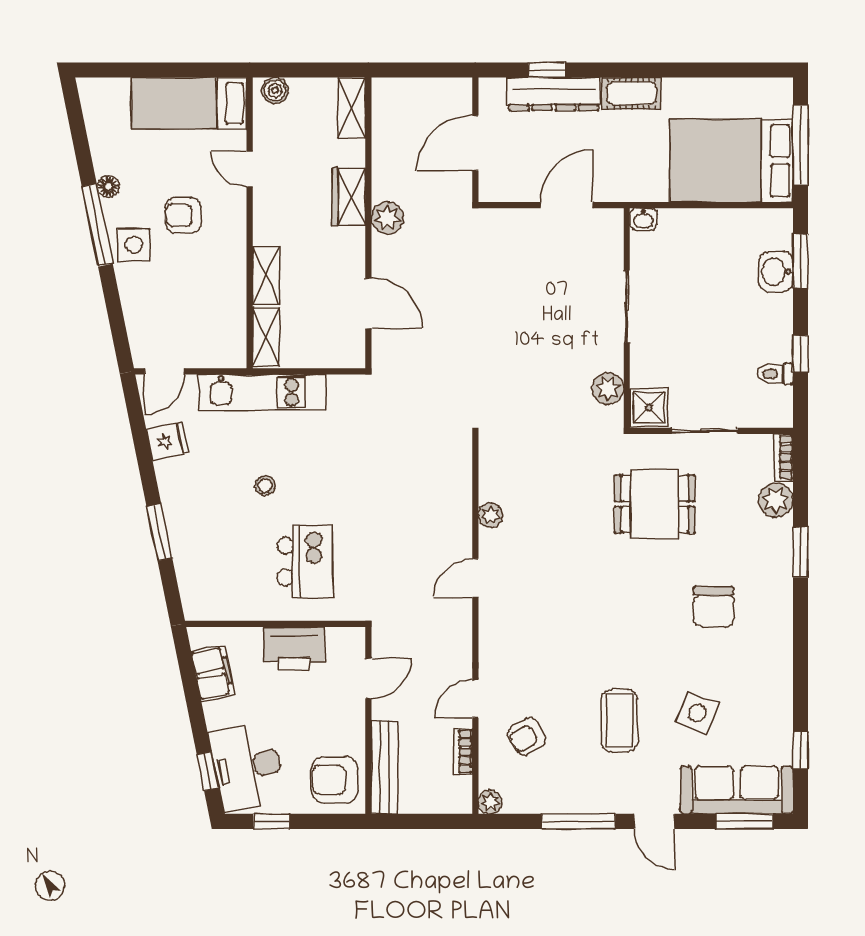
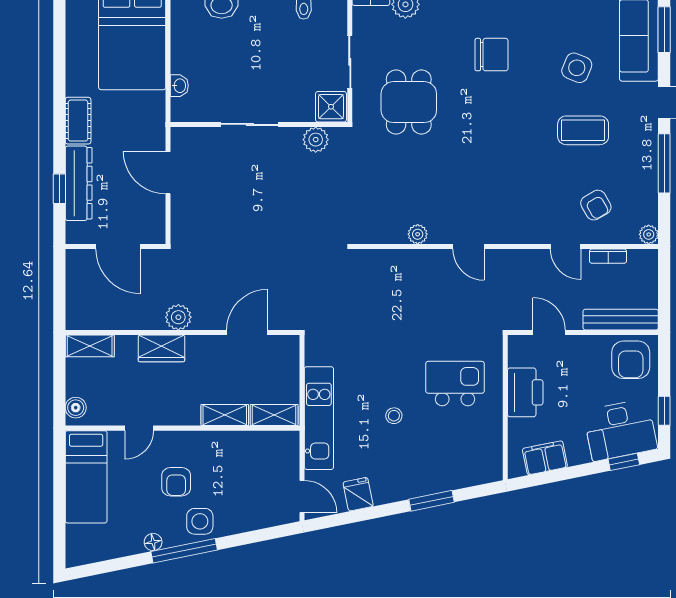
washbasin: (643, 219) -> (179, 86), moved

